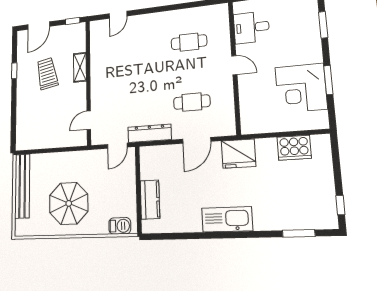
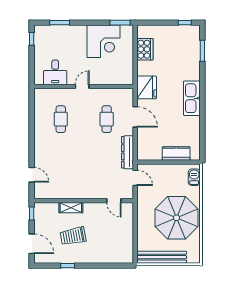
window: (328, 80) -> (120, 23), moved
parasol: (69, 203) -> (176, 218), width x1.36, depth x1.36

